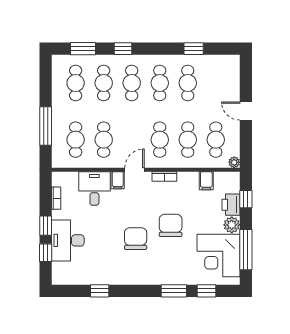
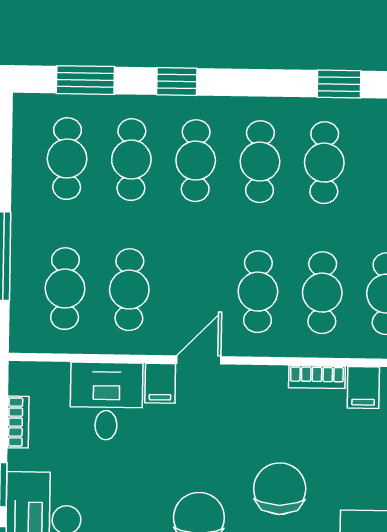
bookcase: (164, 176) -> (317, 377), moved

